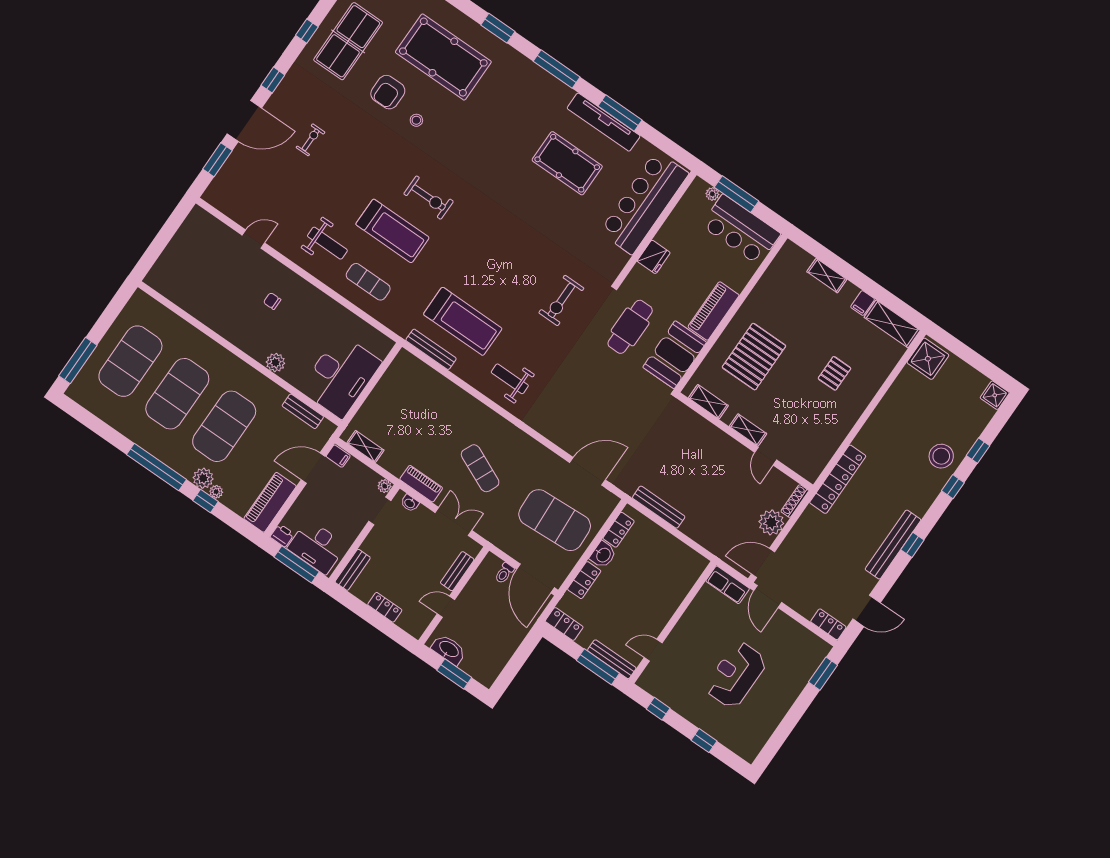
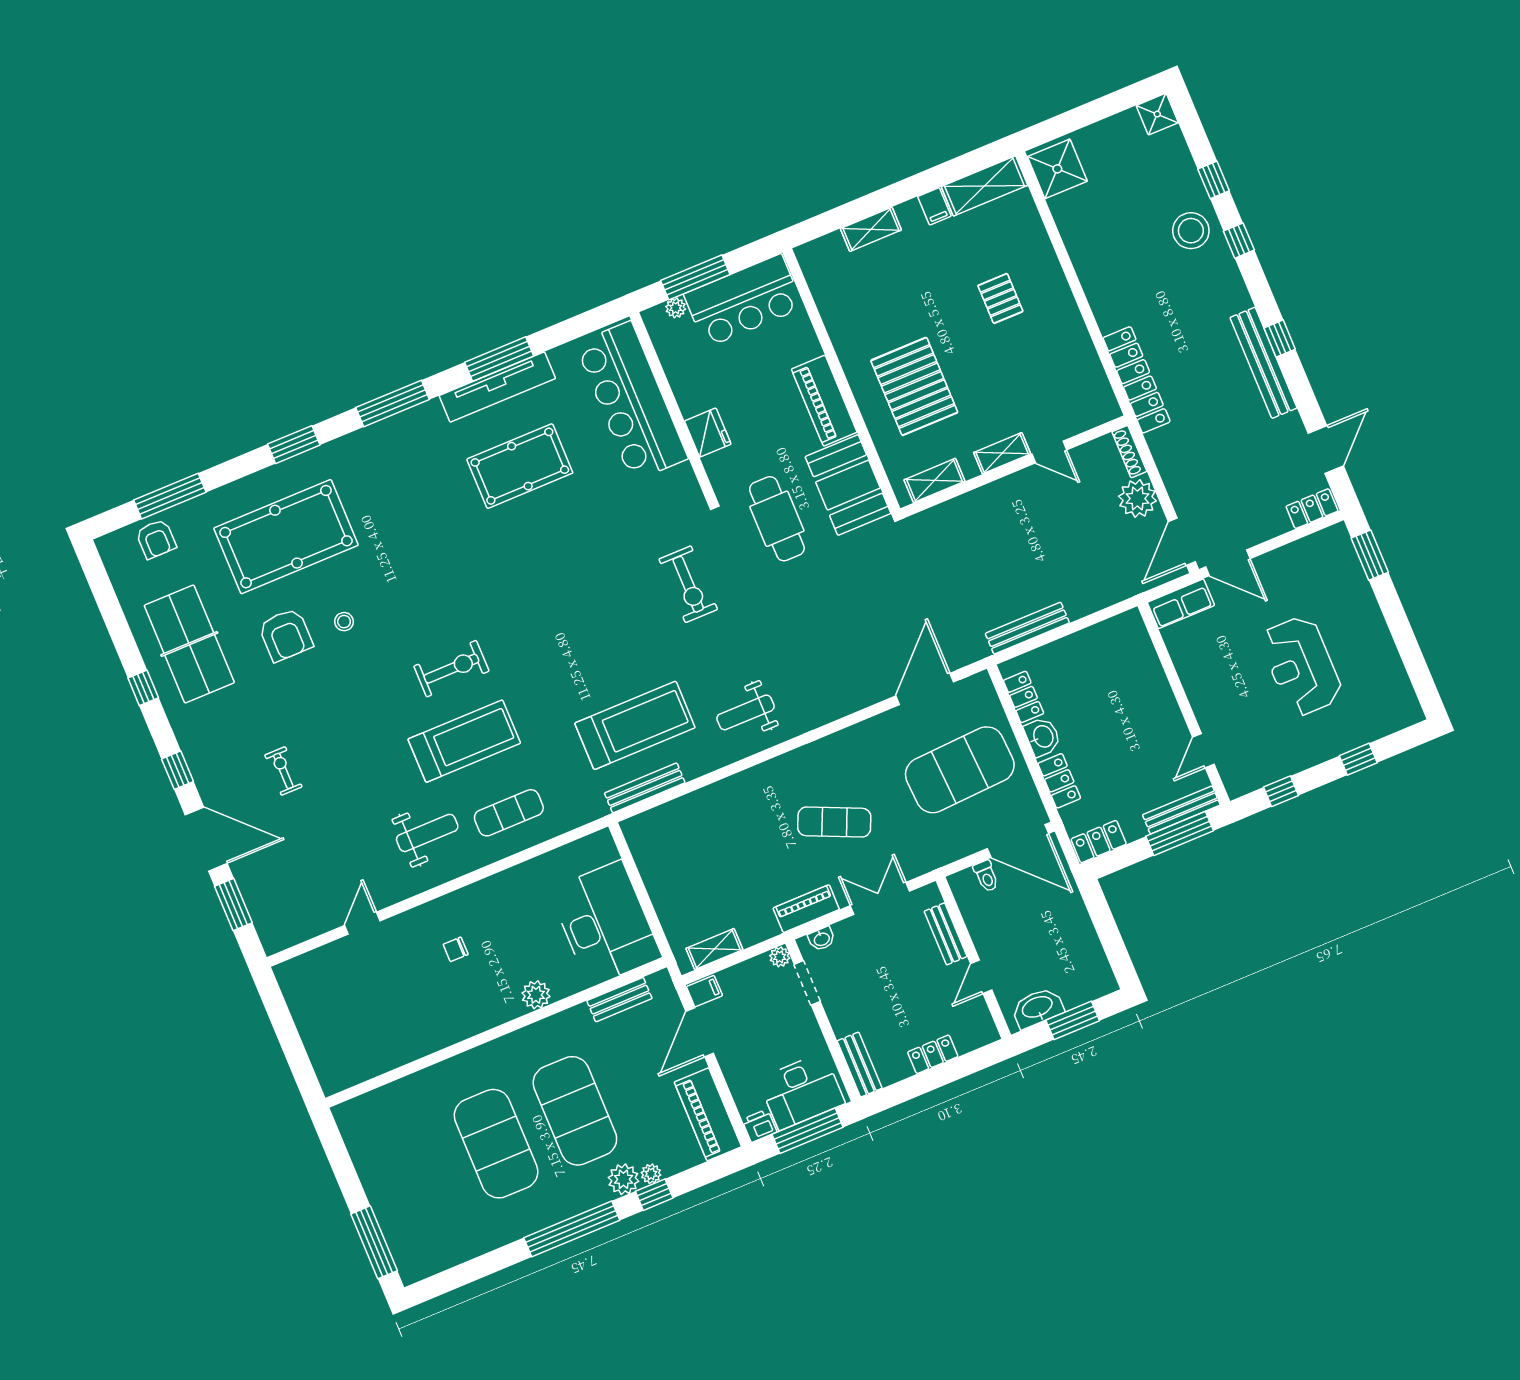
door: (244, 121) -> (206, 839), hinge flipped
exercise mat: (130, 361) -> (417, 1177), removed

